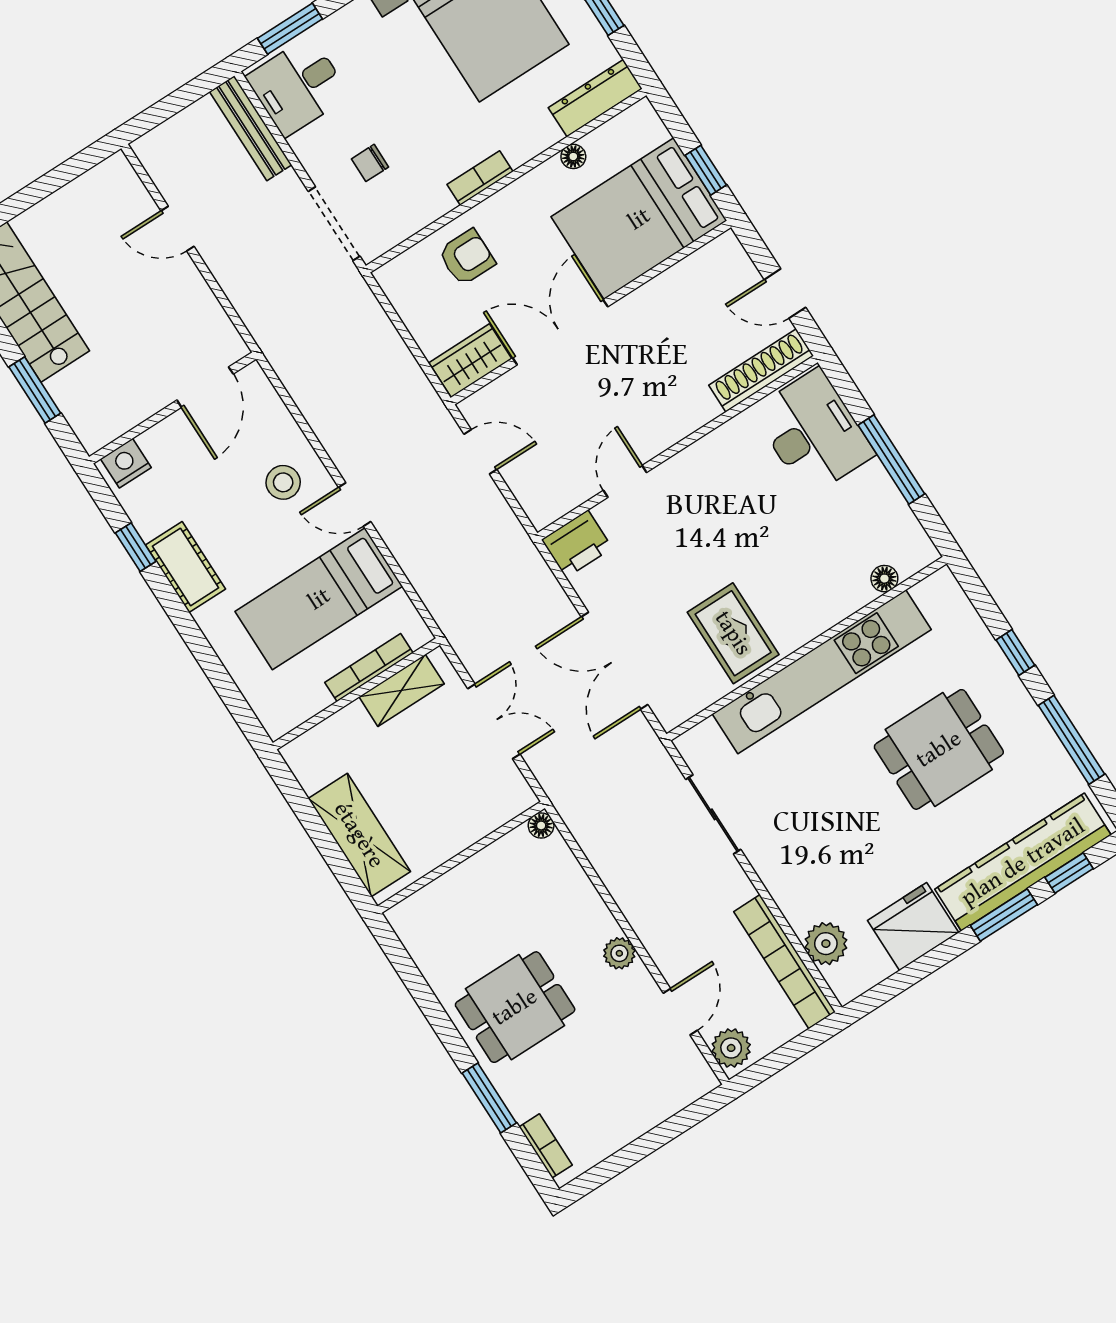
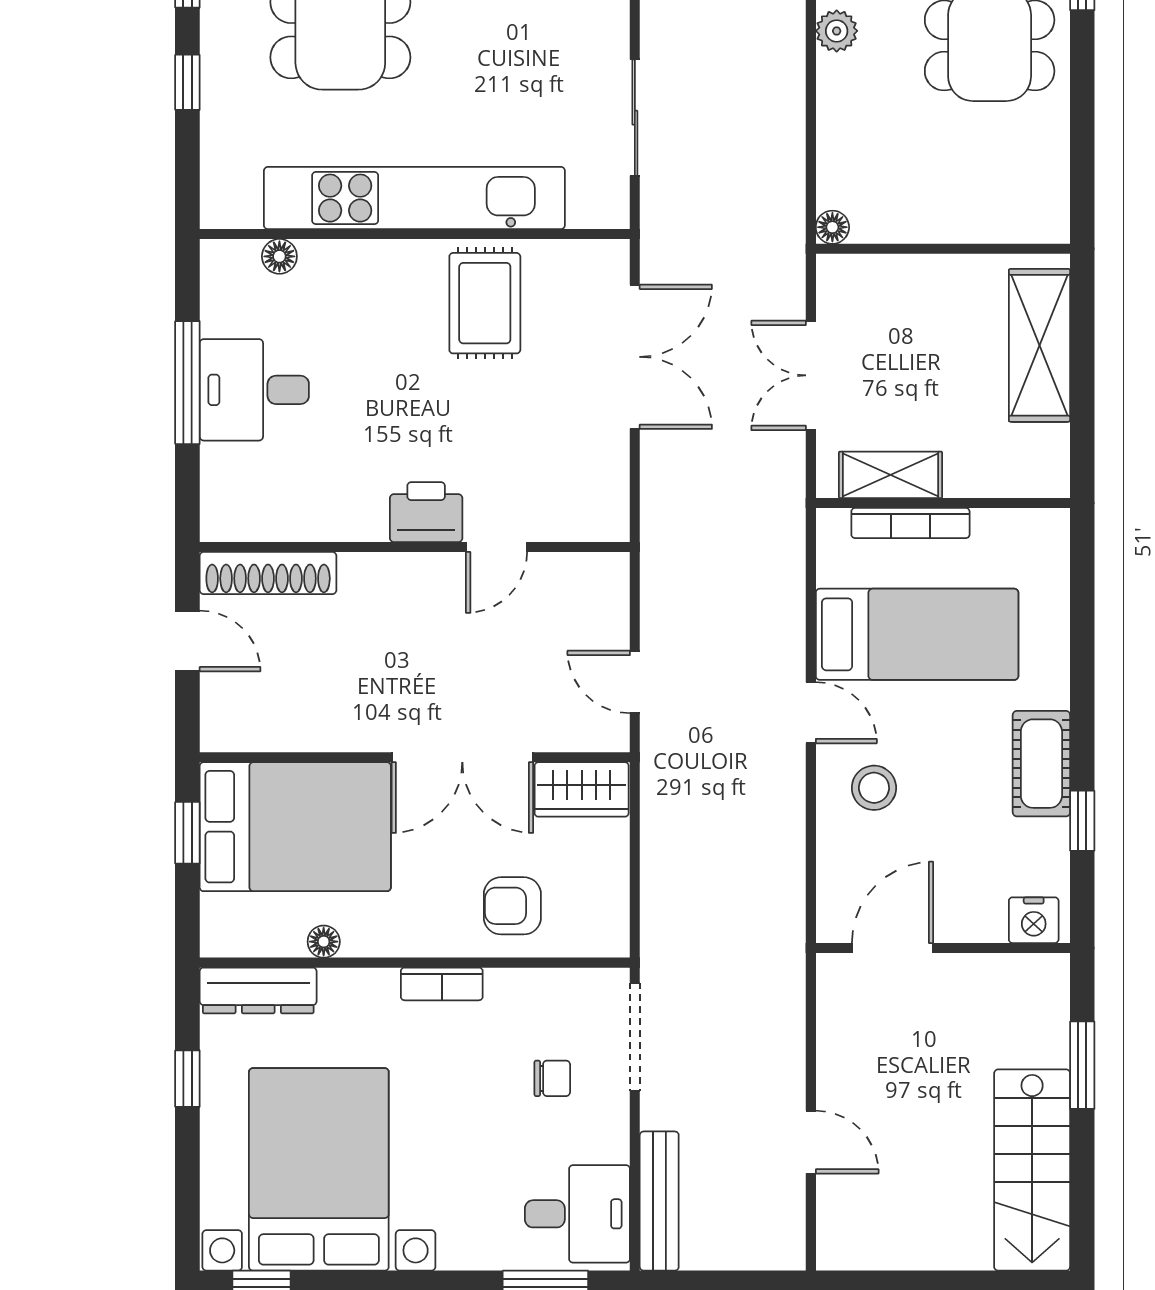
desk: (813, 432) -> (254, 390), moved, width x0.73
printer: (577, 544) -> (426, 512), moved

